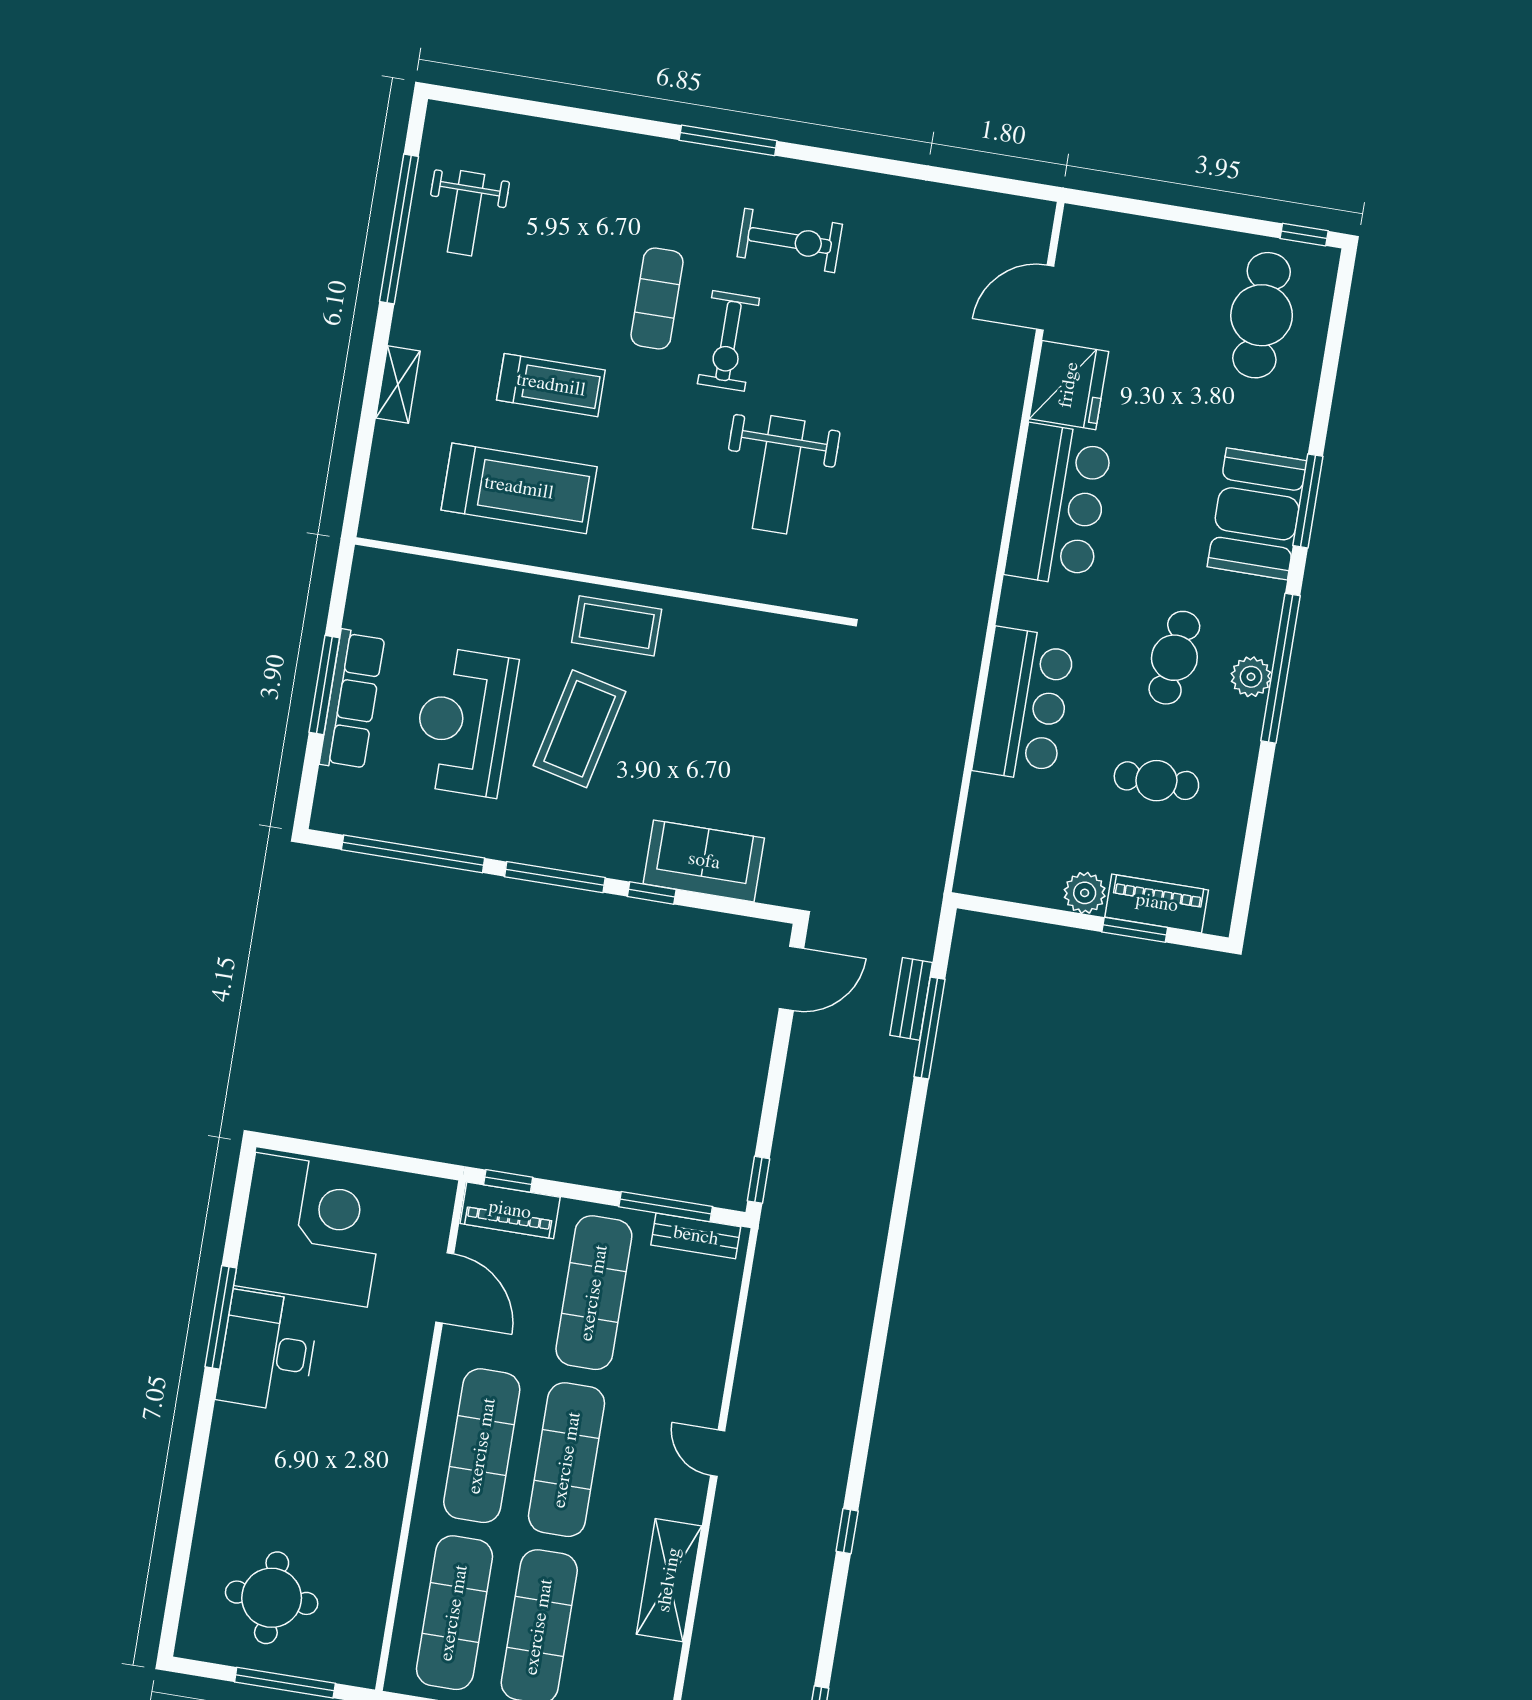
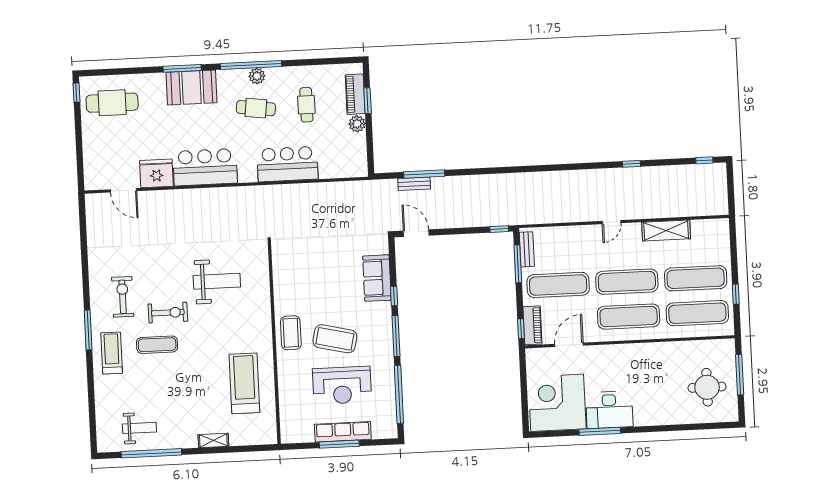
treadmill: (551, 385) -> (112, 353), moved

